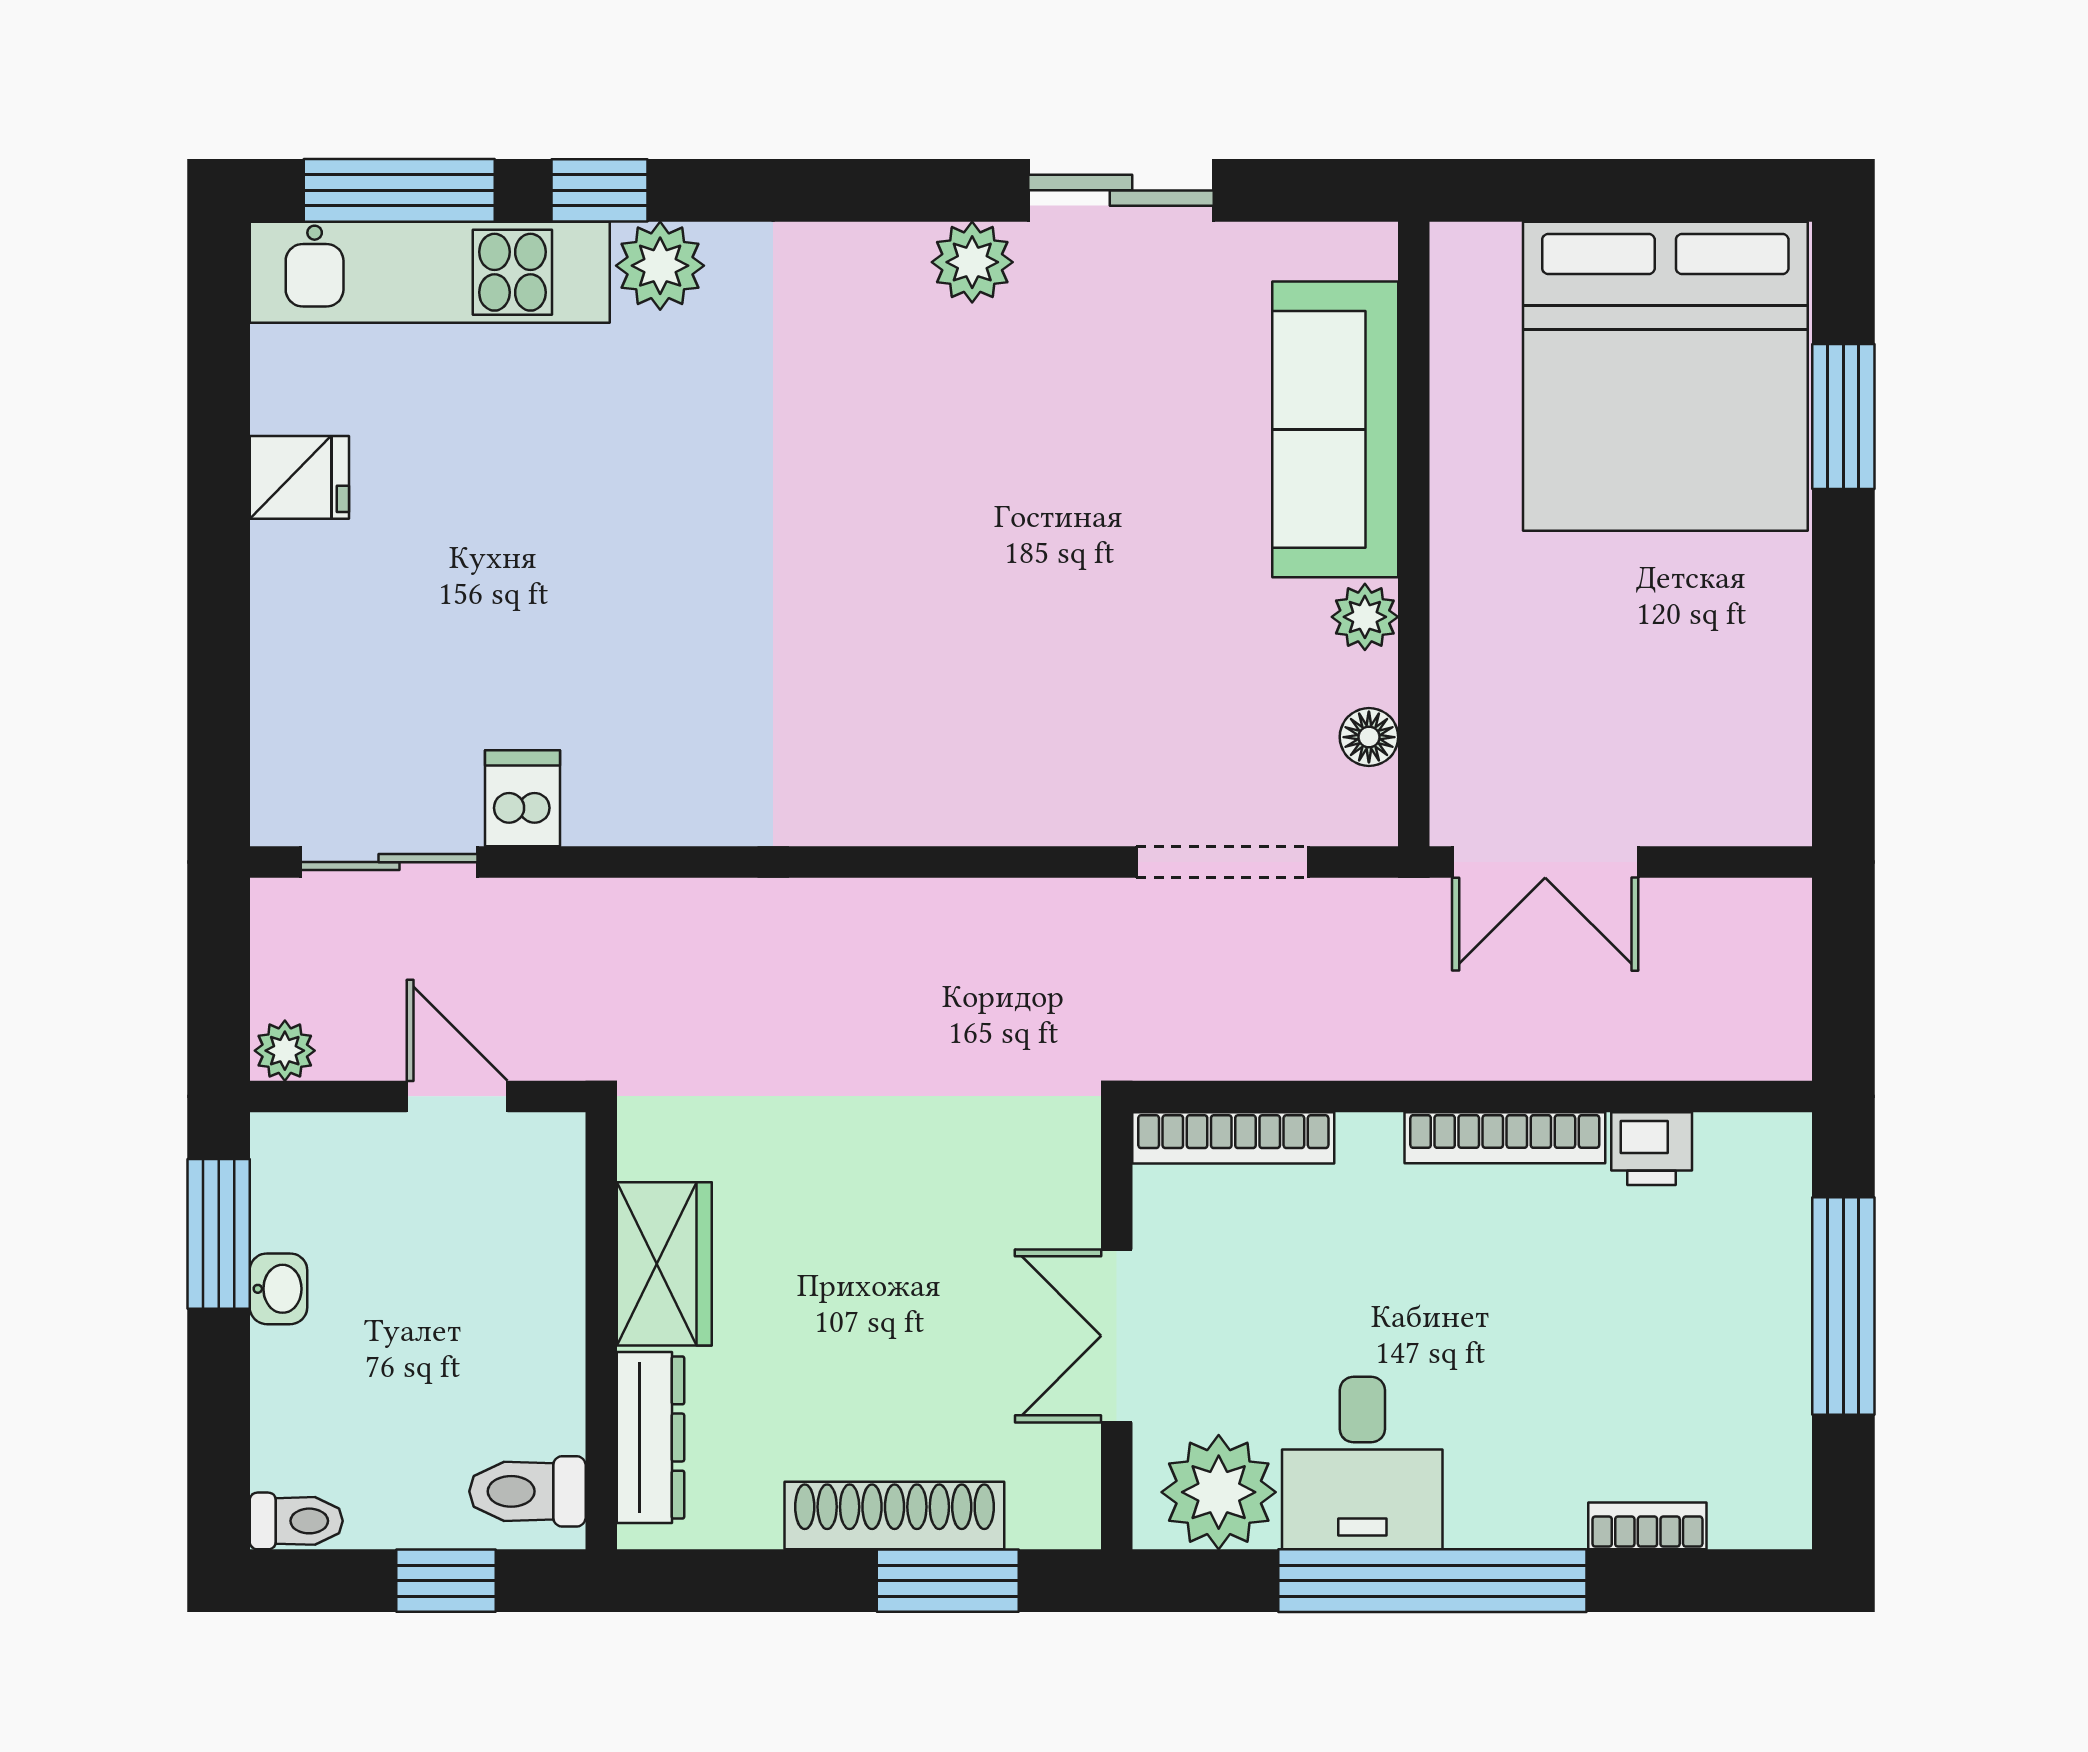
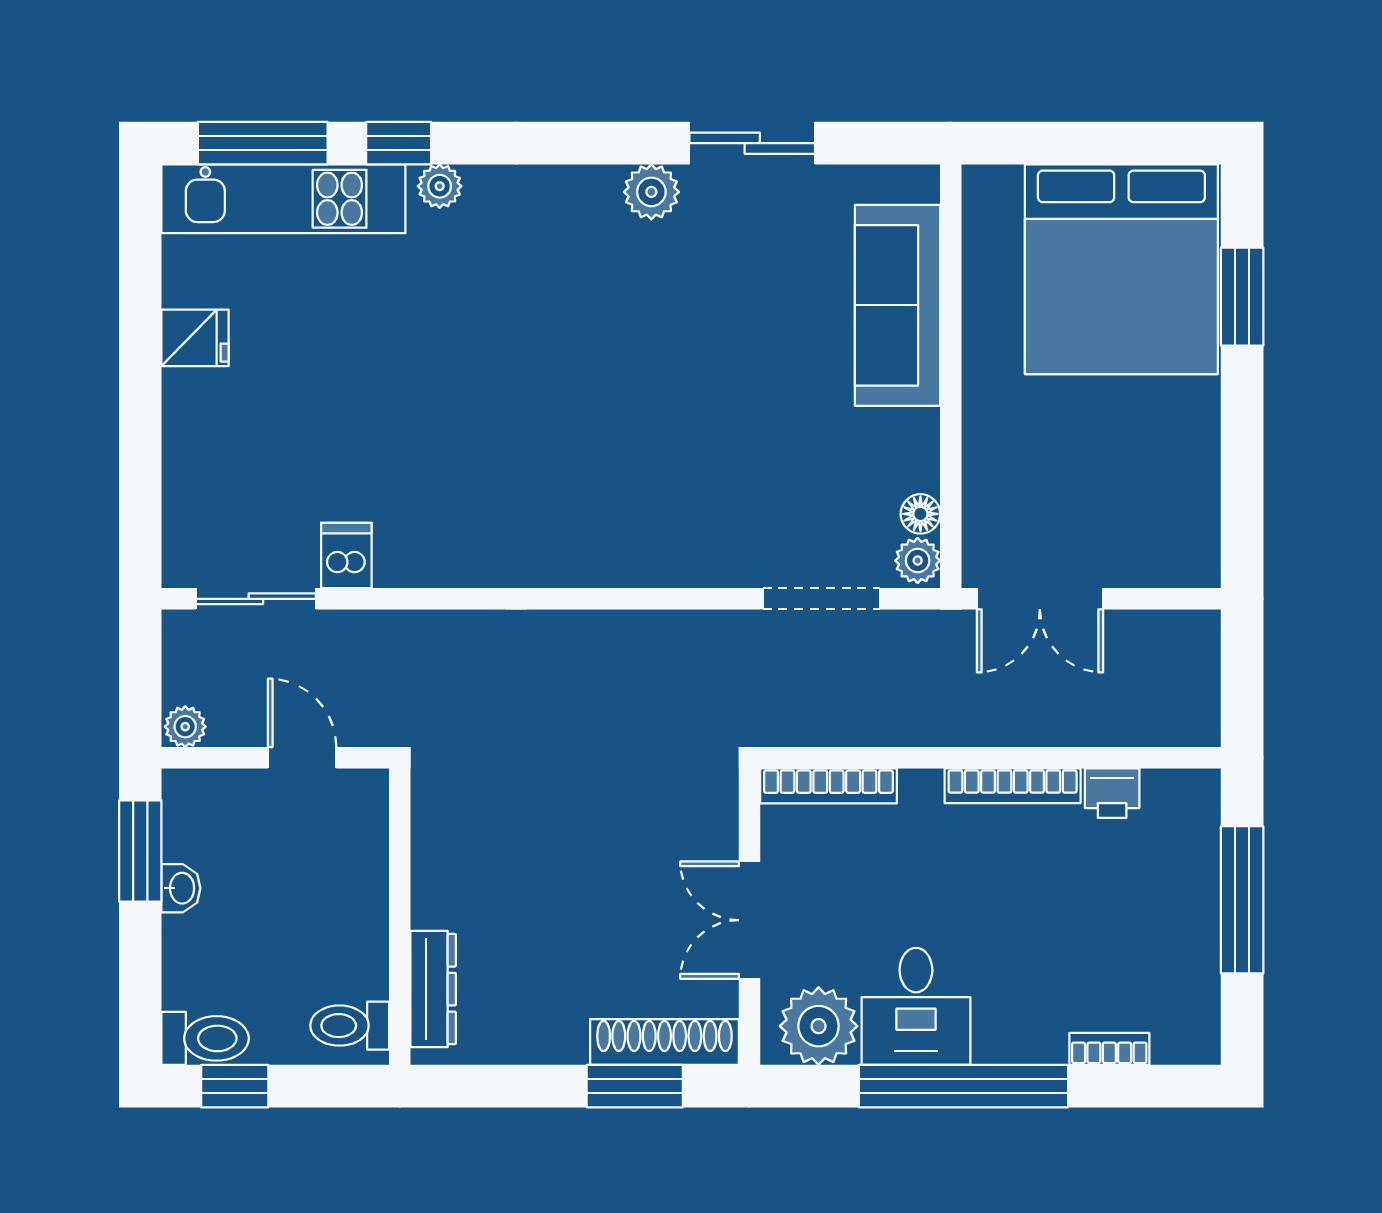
plant: (660, 266) -> (440, 186), width x0.73, depth x0.73
plant: (1365, 617) -> (918, 561), moved
wardrobe: (664, 1264) -> (443, 871), removed
shoe rack: (894, 1516) -> (664, 1042), moved
toilet: (296, 1521) -> (205, 1038), width x1.37, depth x1.39
window: (446, 1581) -> (235, 1086), moved

